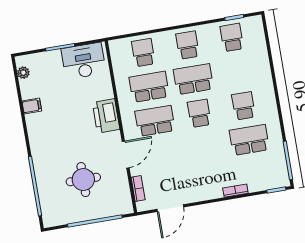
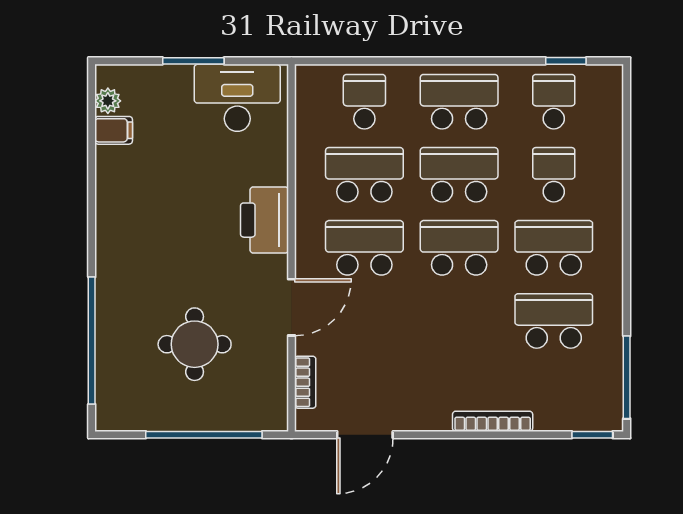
school desk: (188, 45) -> (459, 102), width x1.85
school desk: (238, 72) -> (554, 175), added
filing cabinet: (32, 106) -> (114, 130), moved
school desk: (243, 106) -> (554, 248), width x1.85
school desk: (199, 113) -> (459, 248), width x1.85
bookcase: (235, 191) -> (493, 421), width x1.56

